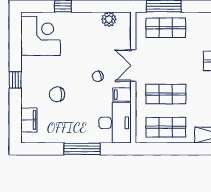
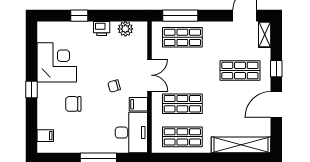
printer: (85, 19) -> (102, 29), added
corner desk: (40, 36) -> (57, 62), moved
double door: (133, 66) -> (150, 75), swing flipped
filing cabinet: (29, 120) -> (45, 136), width x0.50

